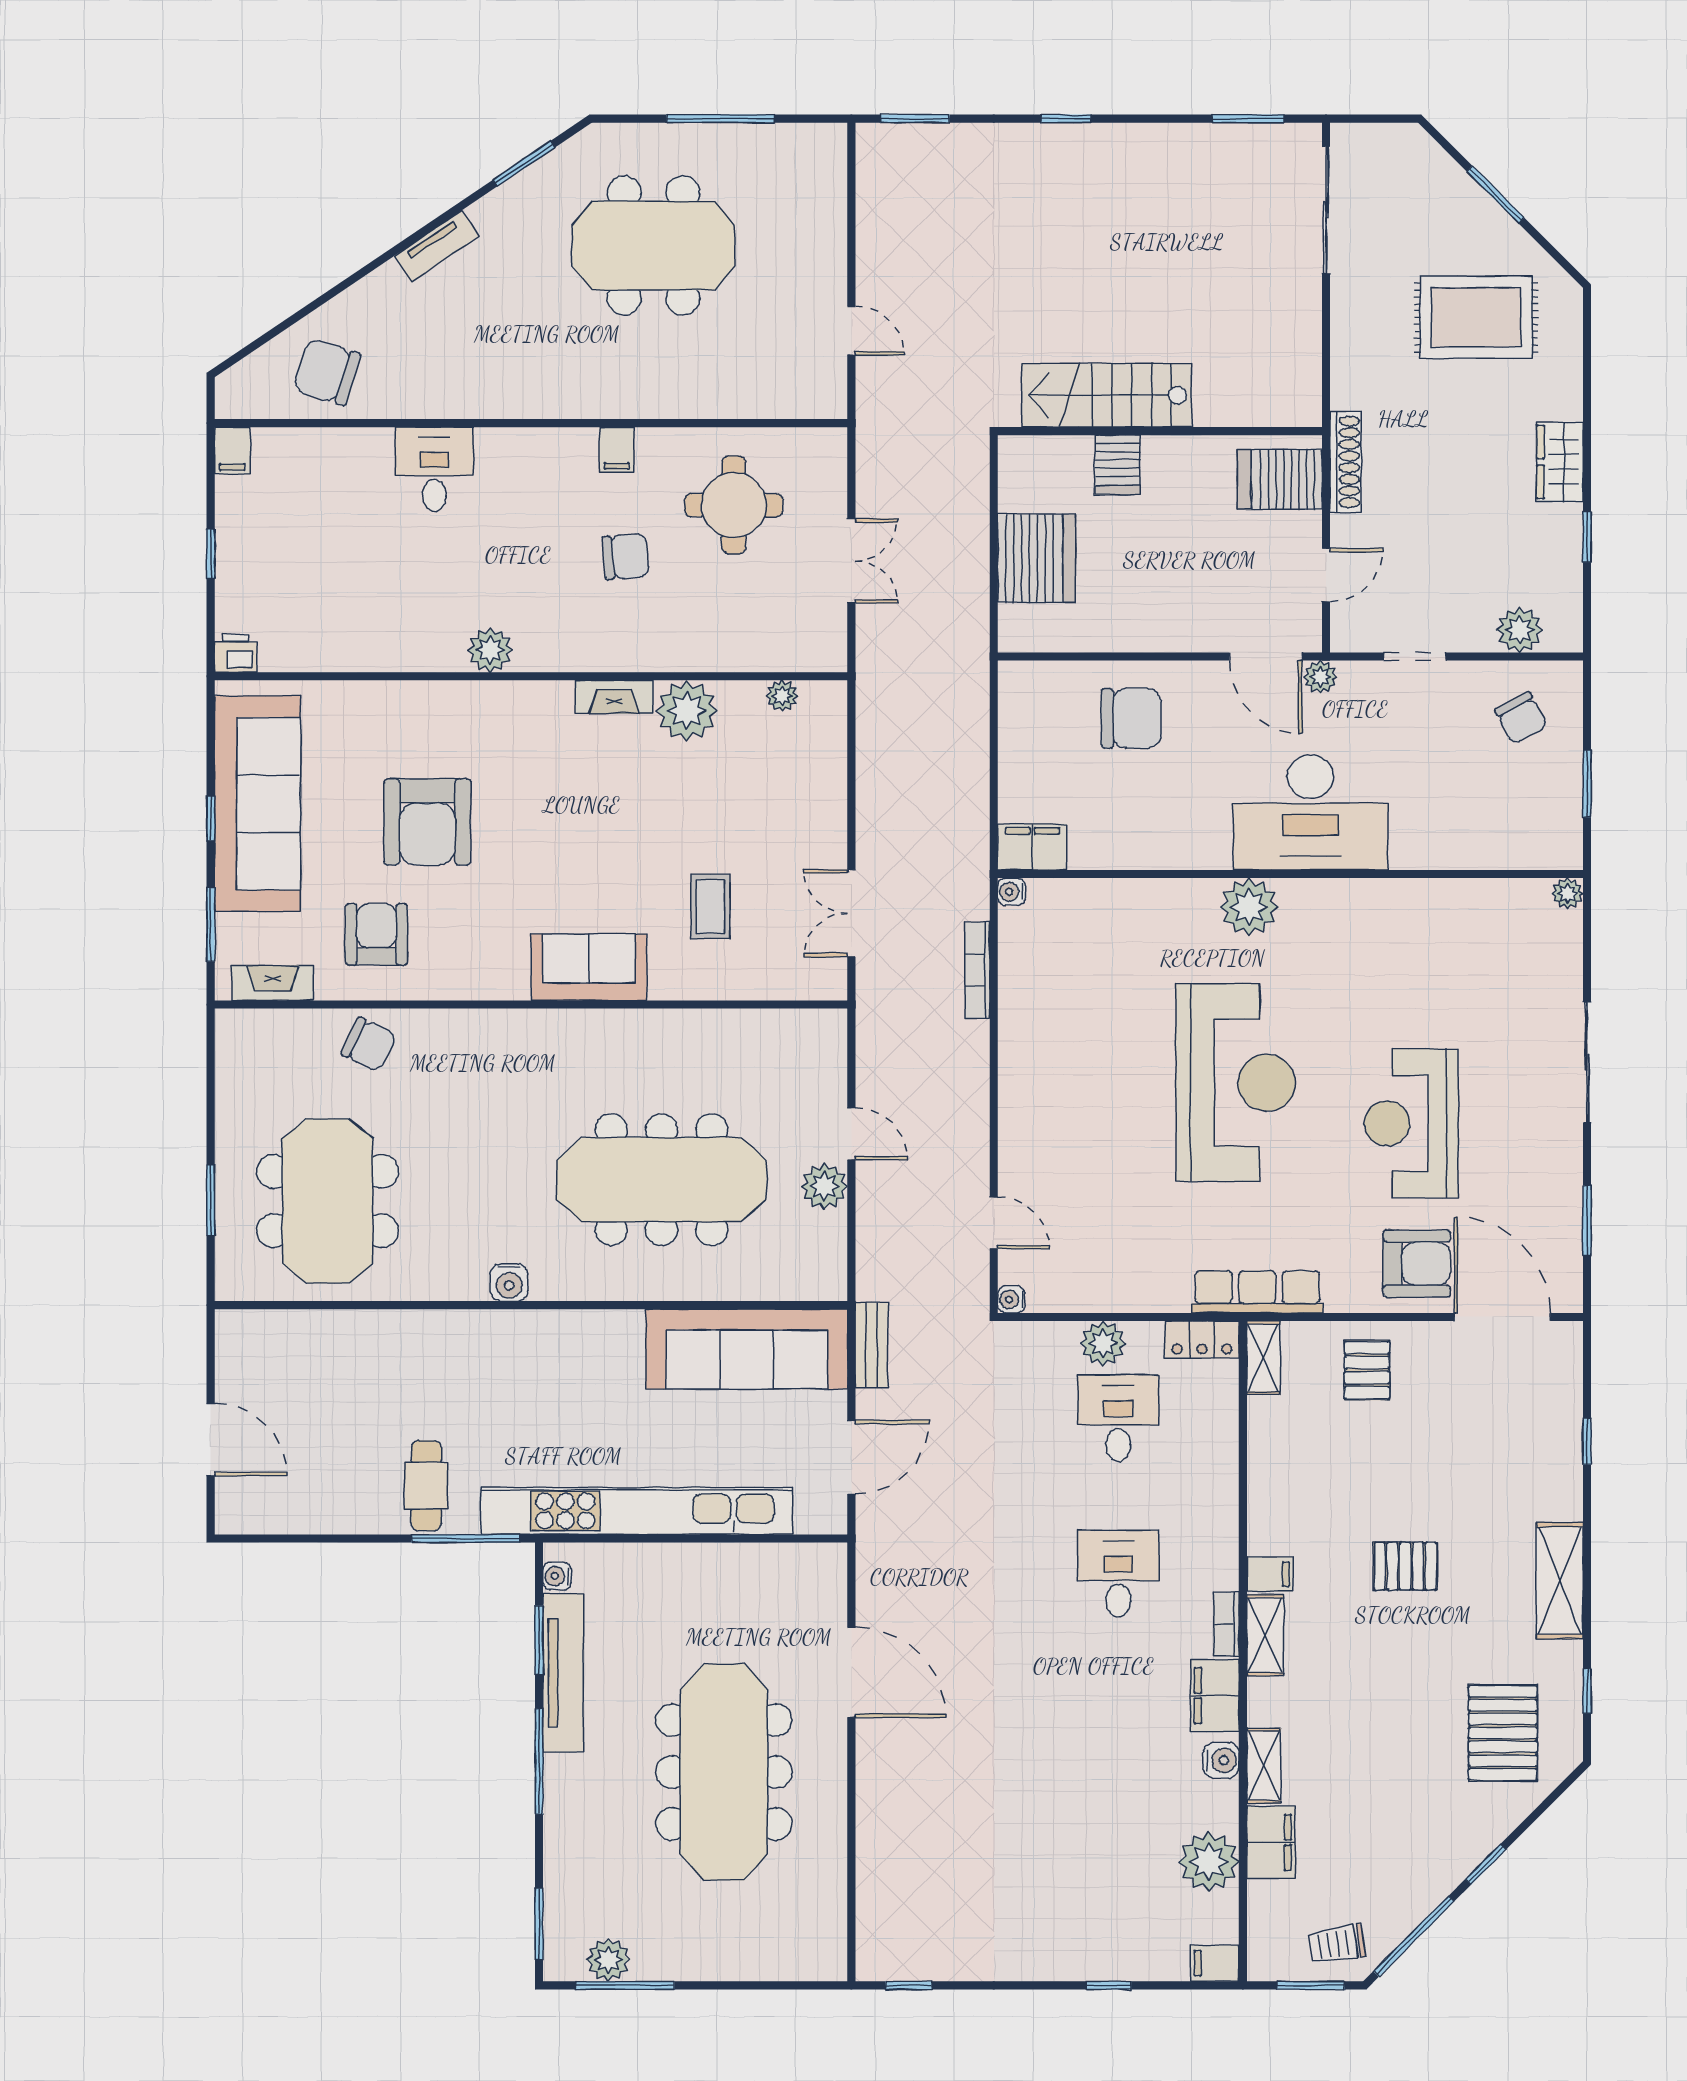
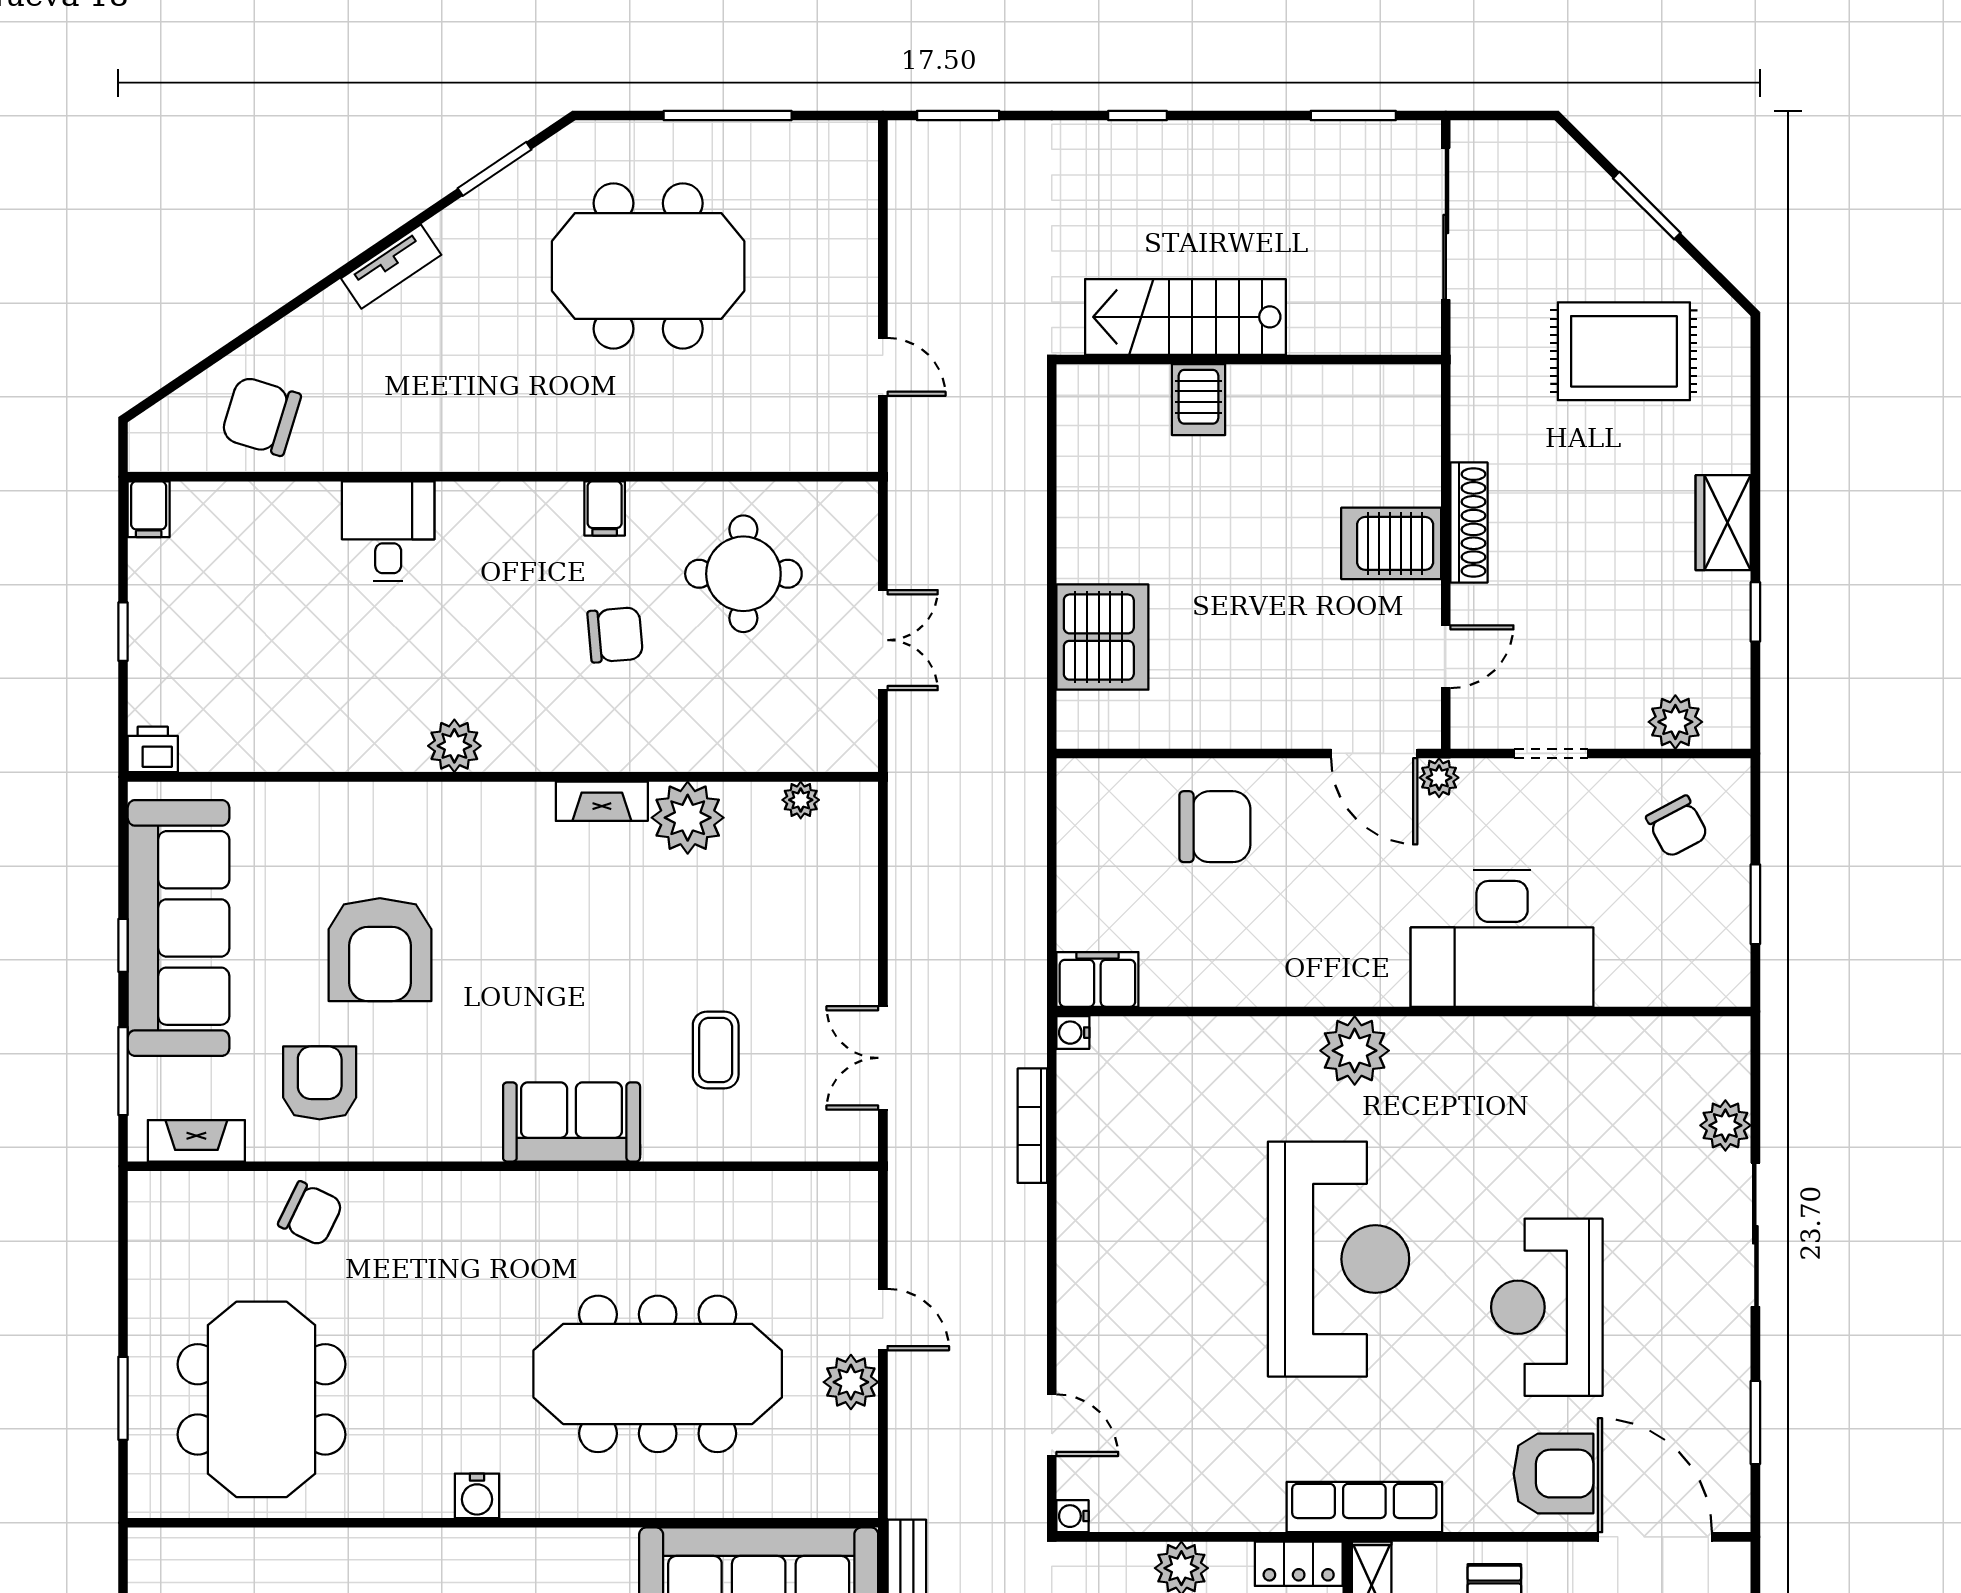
stairs: (1106, 395) -> (1185, 317), moved
wall: (1160, 431) -> (1249, 359), moved
server rack: (1117, 465) -> (1199, 400), moved
desk: (1310, 812) -> (1502, 938), moved
plant: (1568, 893) -> (1725, 1125), moved, width x1.38, depth x1.38

